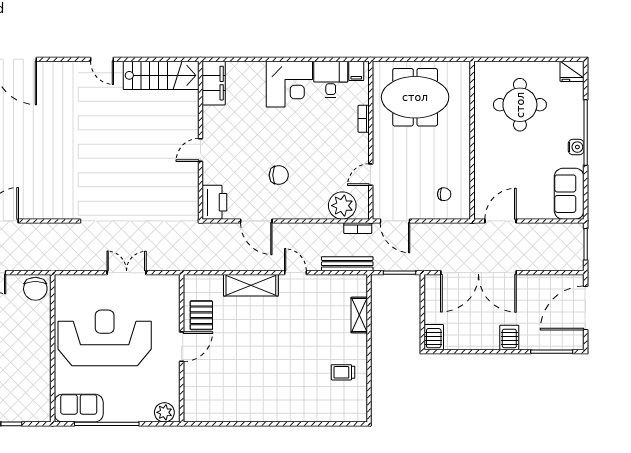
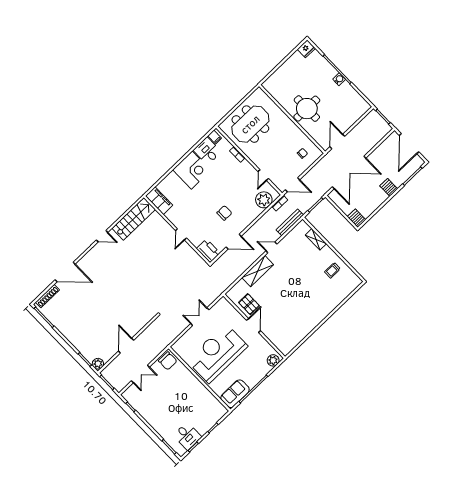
round table: (520, 105) -> (307, 109), moved
sofa: (569, 194) -> (355, 102), removed

